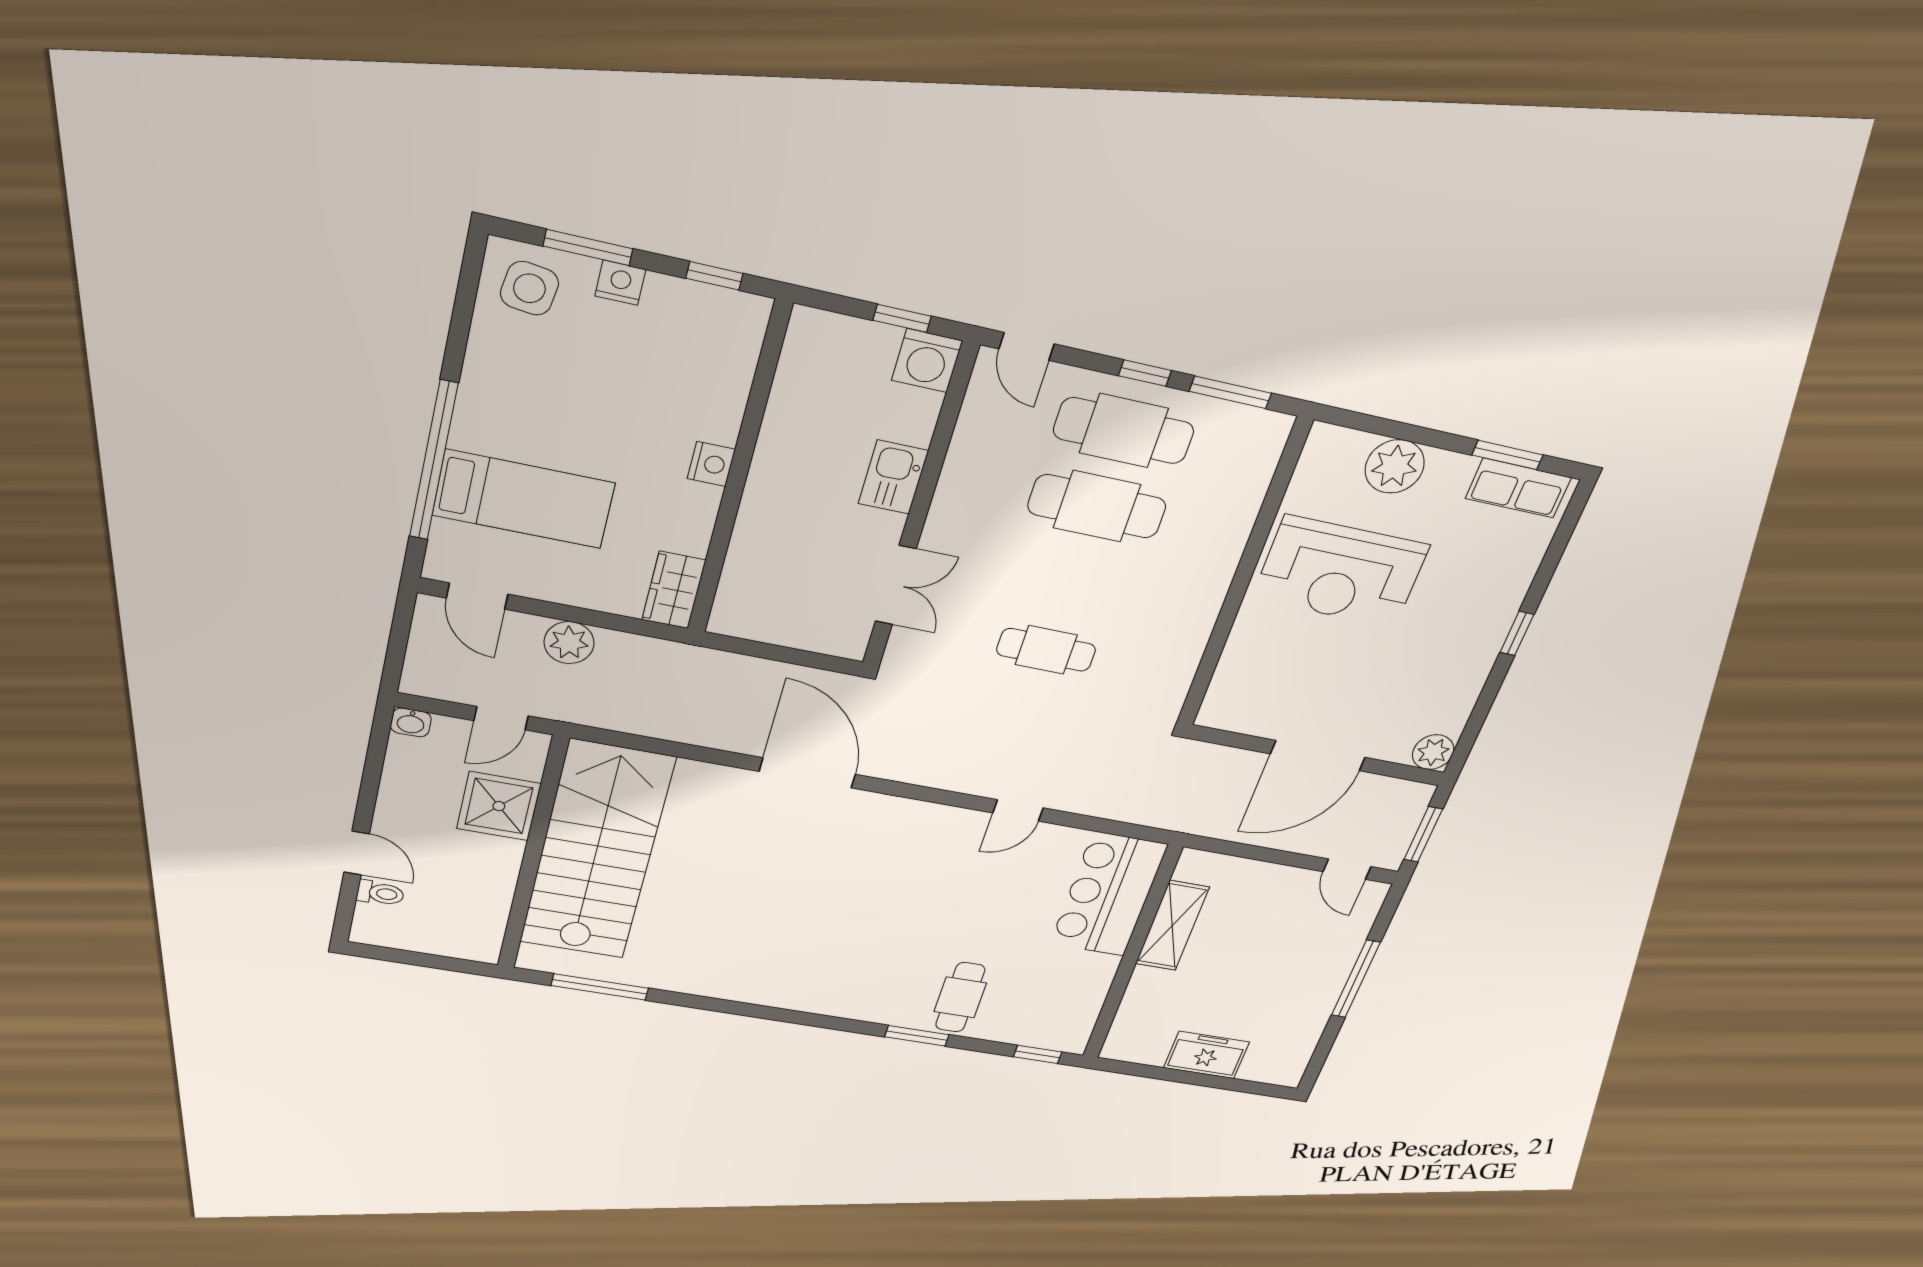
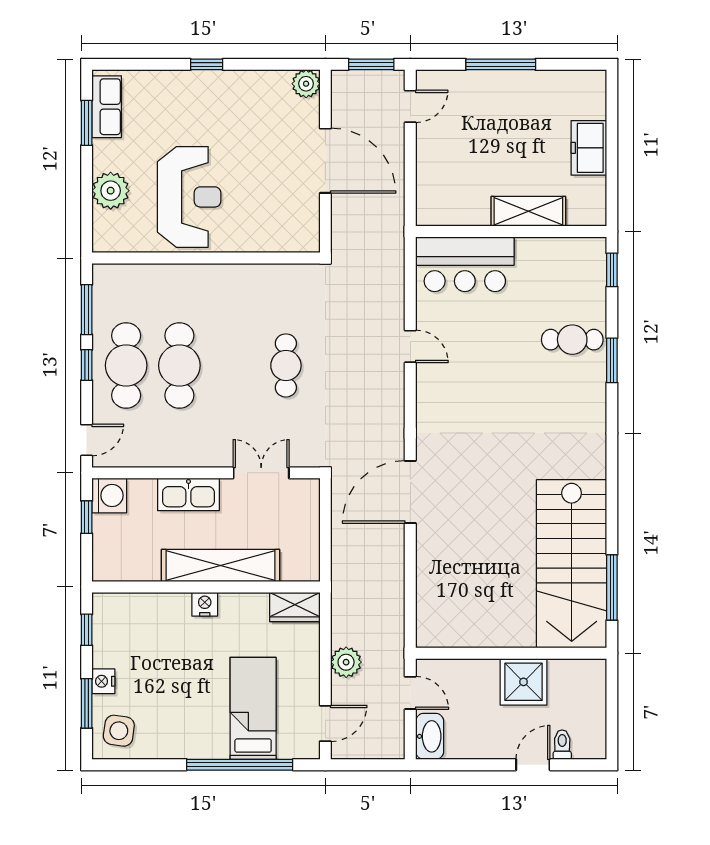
kitchen sink: (893, 477) -> (188, 494), width x1.38
shelving: (767, 499) -> (220, 566), added
washbasin: (411, 722) -> (430, 736), width x1.91, depth x1.45
shower: (499, 806) -> (524, 682), moved
stairs: (597, 851) -> (572, 564), moved, turned -90
shelving: (1172, 926) -> (528, 211), moved

